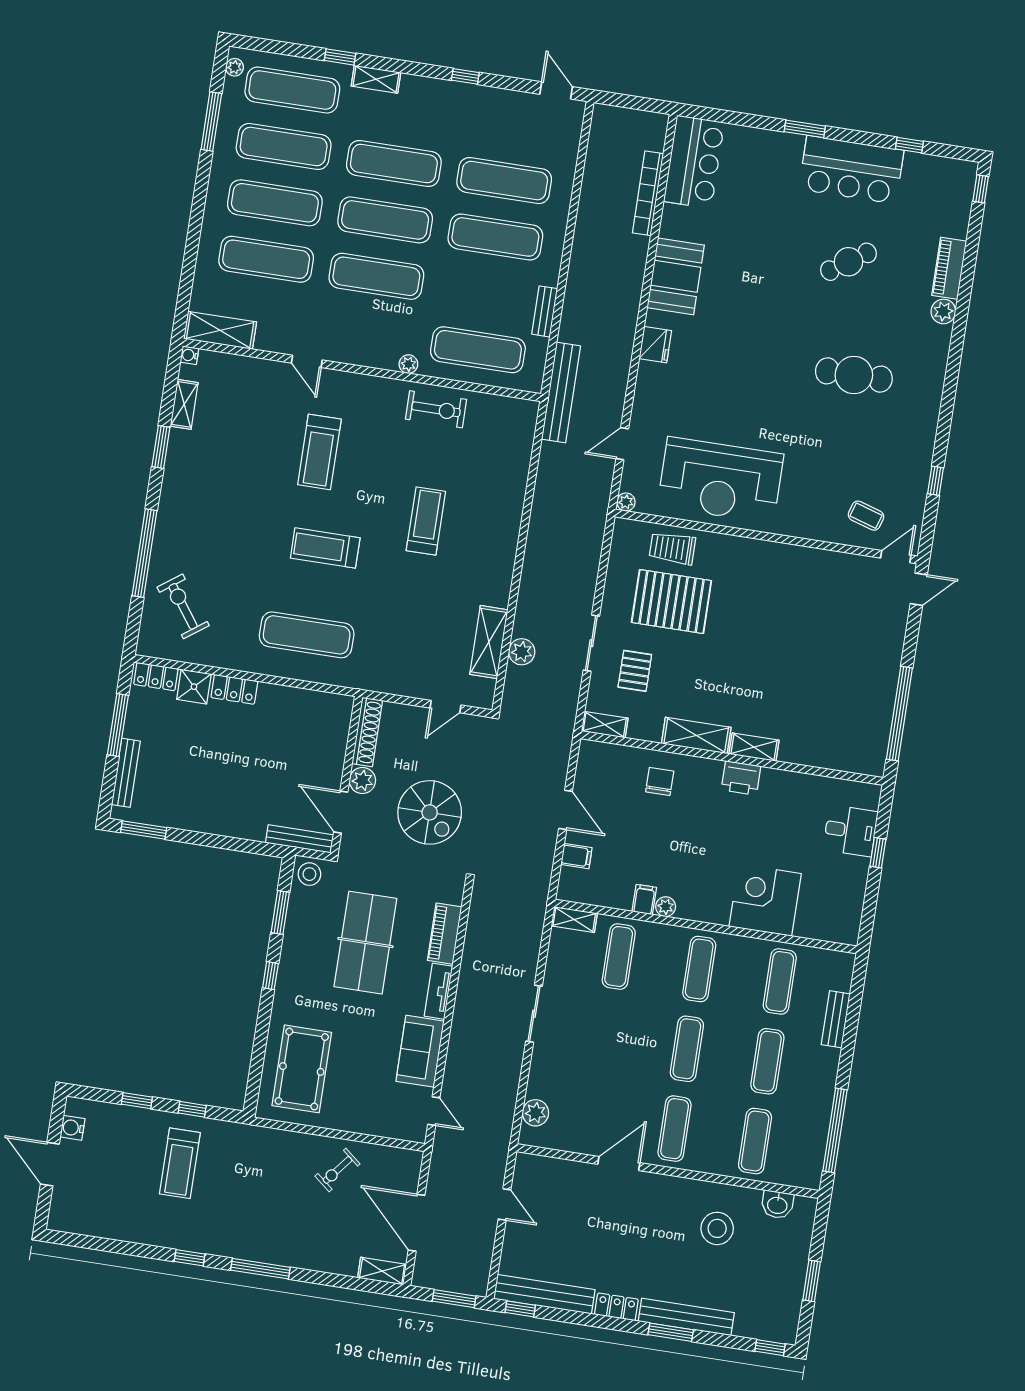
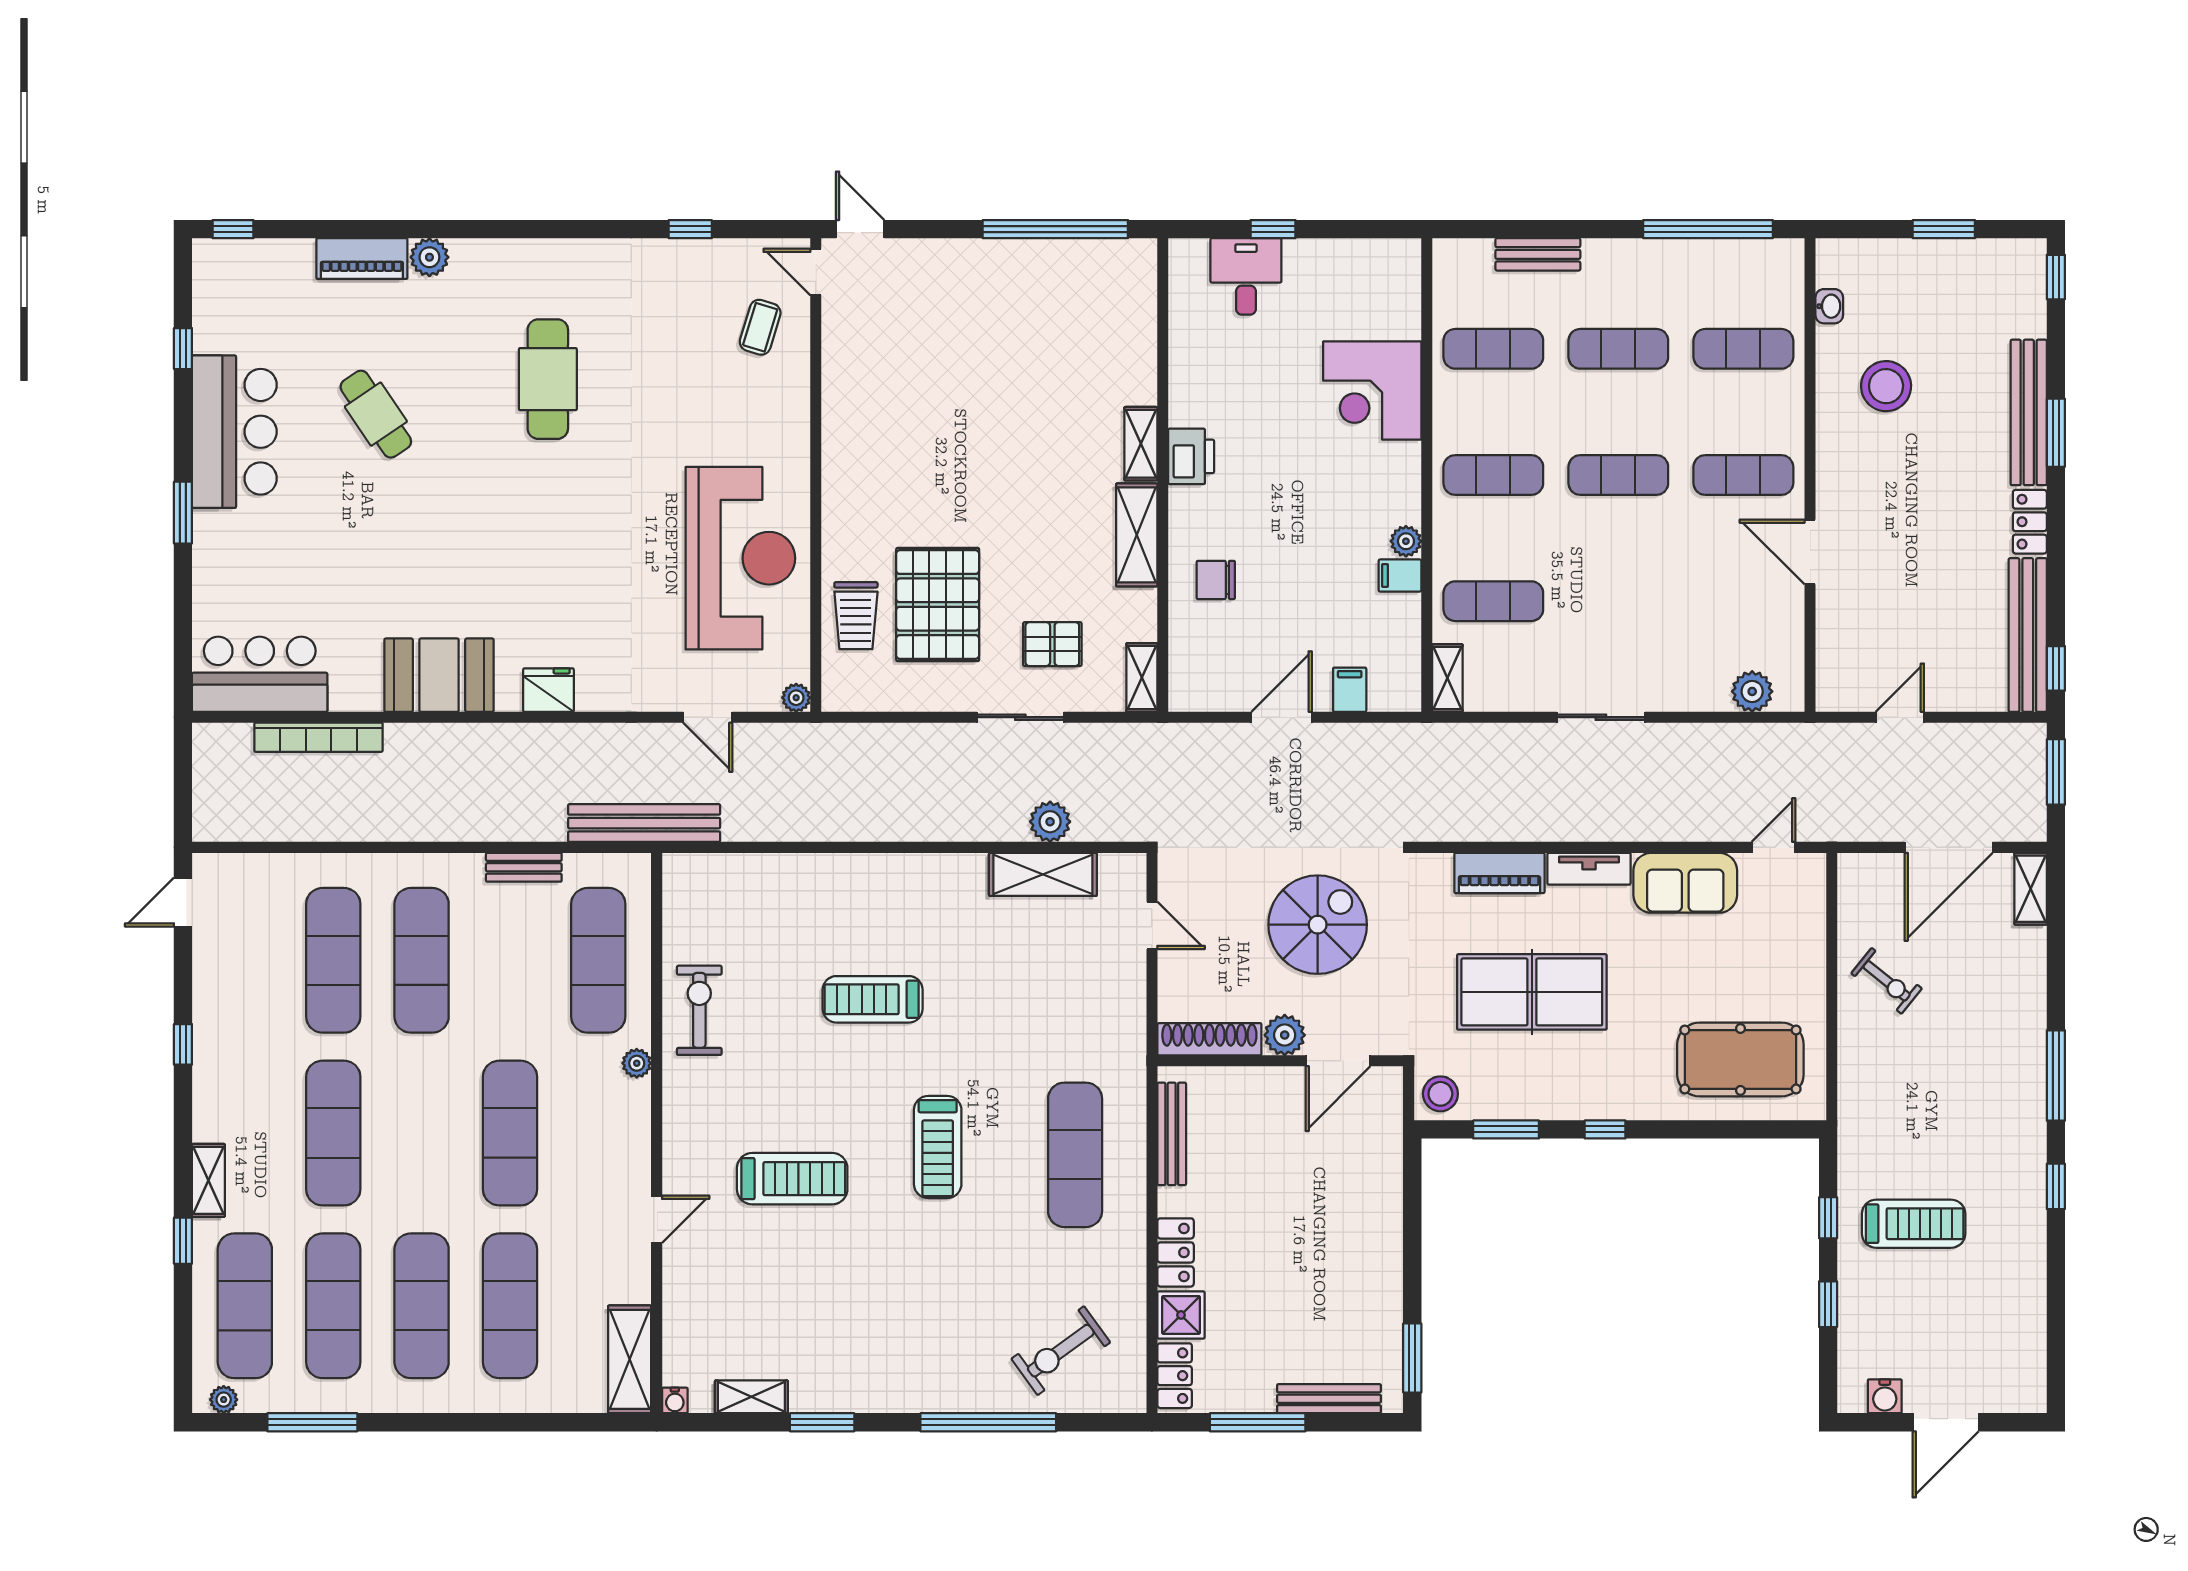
exercise mat: (385, 220) -> (422, 1133), removed
bench: (300, 839) -> (1172, 1134), moved
washbasin: (777, 1205) -> (1829, 306), width x0.72, depth x0.69

